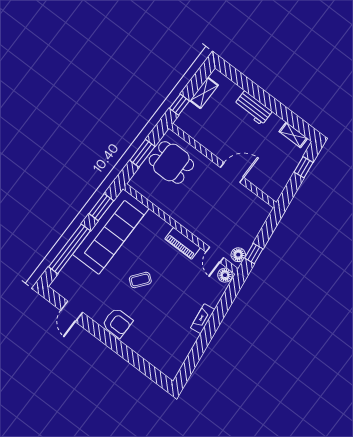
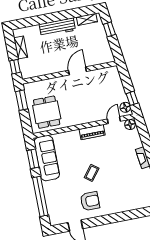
workbench: (253, 108) -> (57, 27), width x1.38
window: (142, 153) -> (22, 100), moved
dining table: (171, 162) -> (47, 112), moved, turned 90
sofa: (111, 231) -> (47, 158), width x0.74, depth x0.79
door: (215, 255) -> (114, 120), swing flipped
armchair: (117, 323) -> (90, 201), moved

